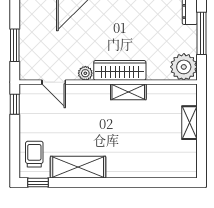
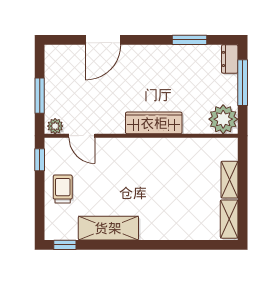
plant: (85, 73) -> (55, 126), moved
shelving: (128, 92) -> (229, 219), moved, turned 90
trolley: (34, 154) -> (63, 189), moved

